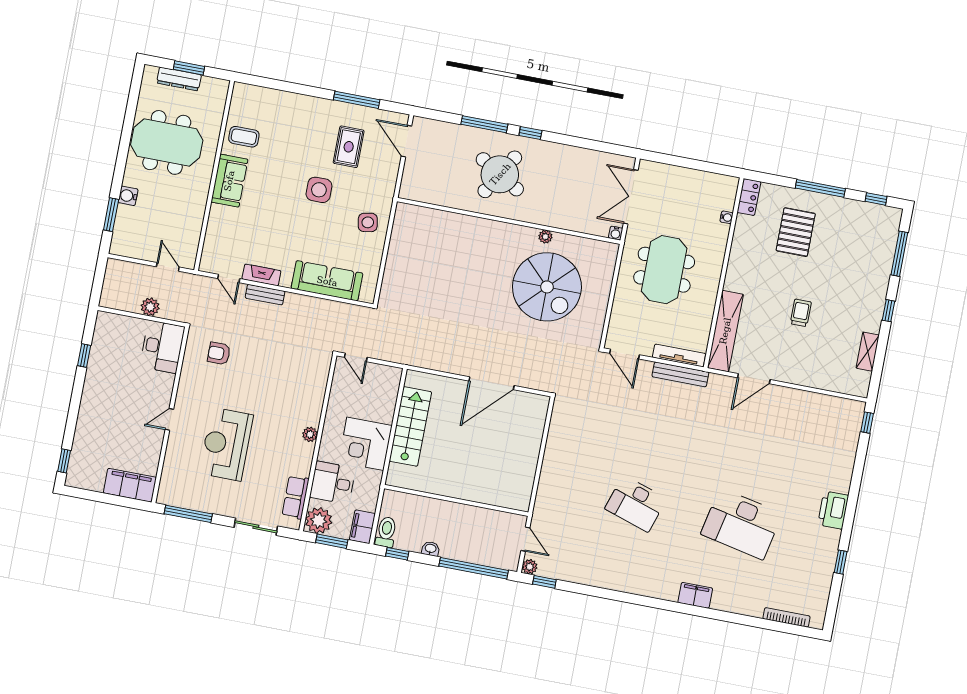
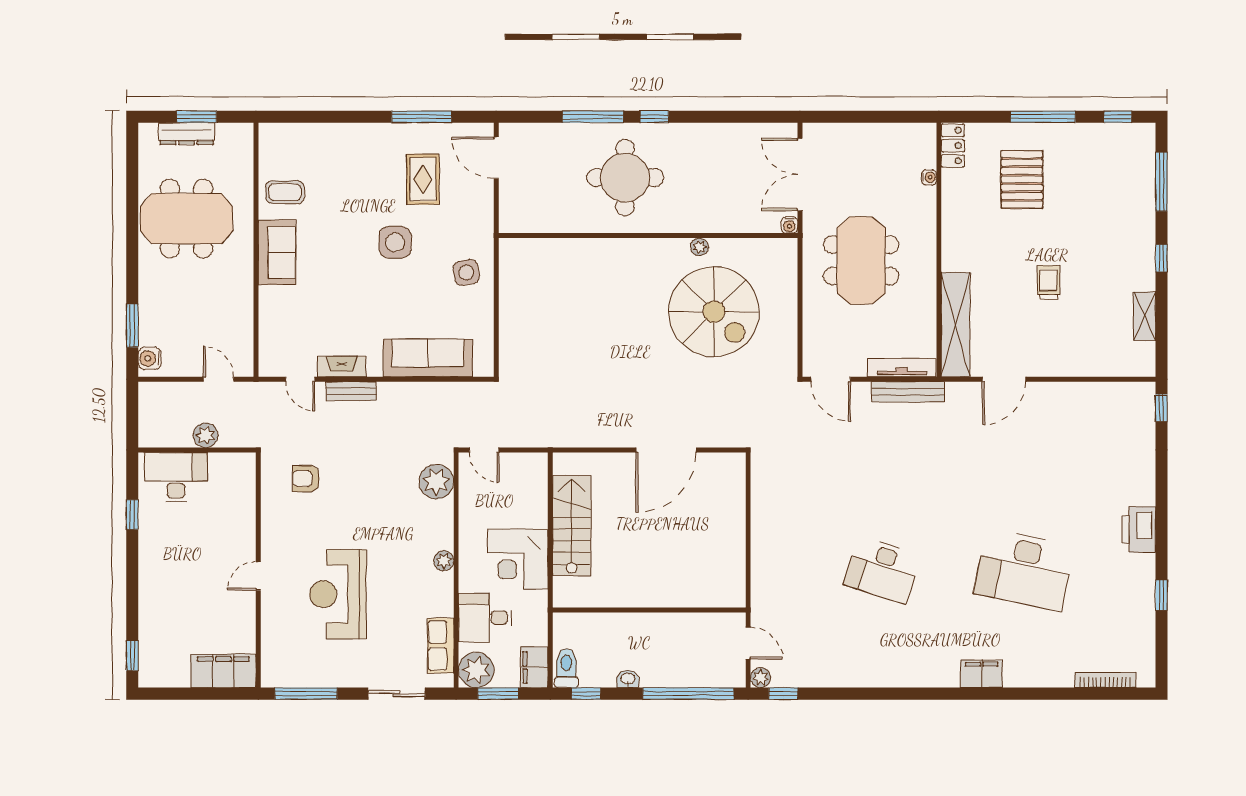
round table: (500, 174) -> (625, 178), turned -31
water cooler: (128, 196) -> (150, 358), moved
desk: (162, 347) -> (176, 477), moved, turned -90
plant: (316, 374) -> (436, 482), added

